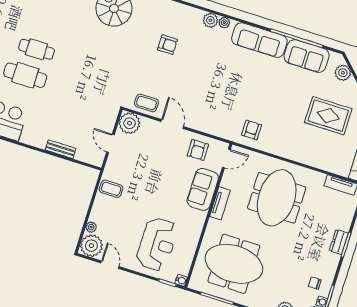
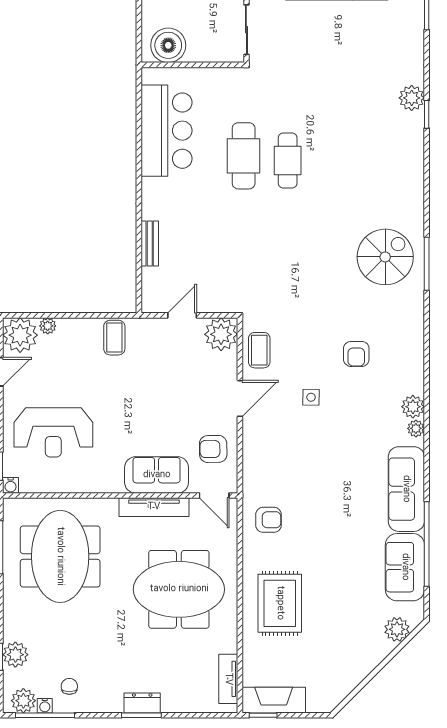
side table: (185, 81) -> (311, 397), added
rug: (328, 116) -> (280, 603), moved
tv unit: (220, 203) -> (154, 507), width x1.41

